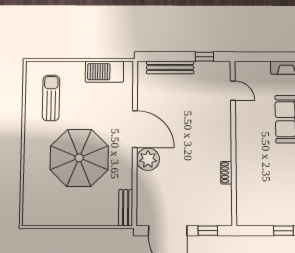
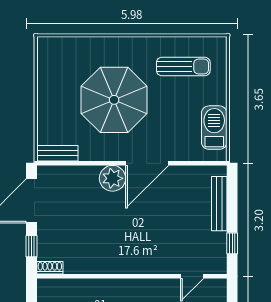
shoe rack: (226, 173) -> (50, 268), moved

